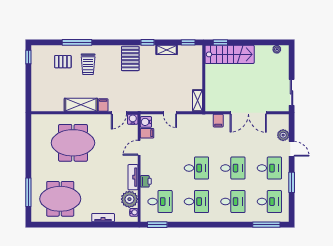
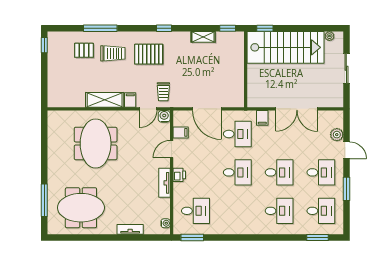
window: (147, 42) -> (164, 28), moved
stairs: (230, 54) -> (285, 47), width x1.36, depth x1.51
pallet: (130, 59) -> (149, 54), moved, turned 90
trolley: (88, 64) -> (113, 53), turned -90
sliding door: (292, 92) -> (346, 68), moved
trolley: (132, 98) -> (163, 92), added
shelving: (198, 101) -> (239, 95), removed
door: (170, 113) -> (207, 109), width x1.87
water cooler: (146, 122) -> (179, 119), removed
meeting table: (73, 143) -> (96, 143), turned 90
printer: (146, 181) -> (179, 175), moved
plant: (129, 199) -> (160, 208), removed
desk: (196, 202) -> (237, 134), moved
window: (266, 225) -> (317, 237), width x0.69

